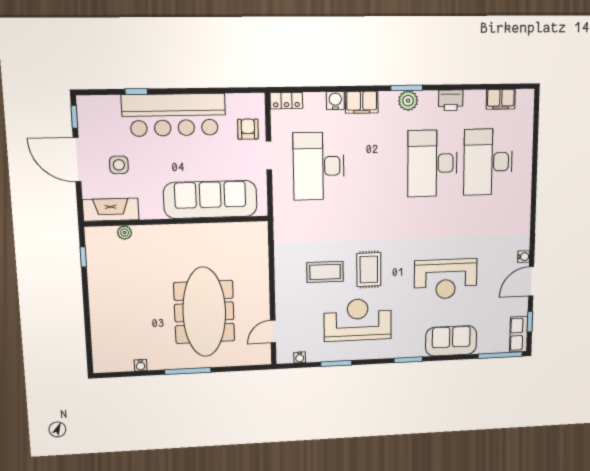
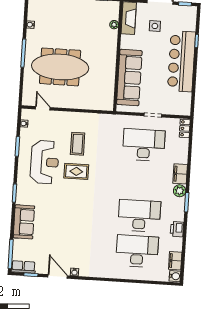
water cooler: (335, 101) -> (175, 276), moved
plant: (408, 101) -> (180, 191), moved
armchair: (248, 129) -> (170, 104), removed
reception desk: (446, 279) -> (65, 220), removed

